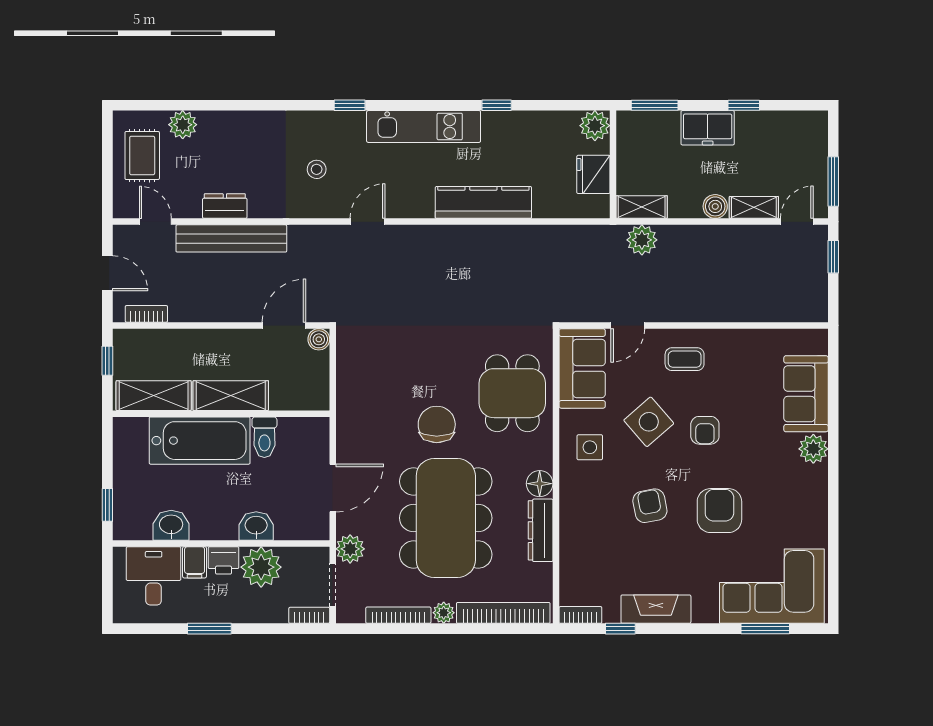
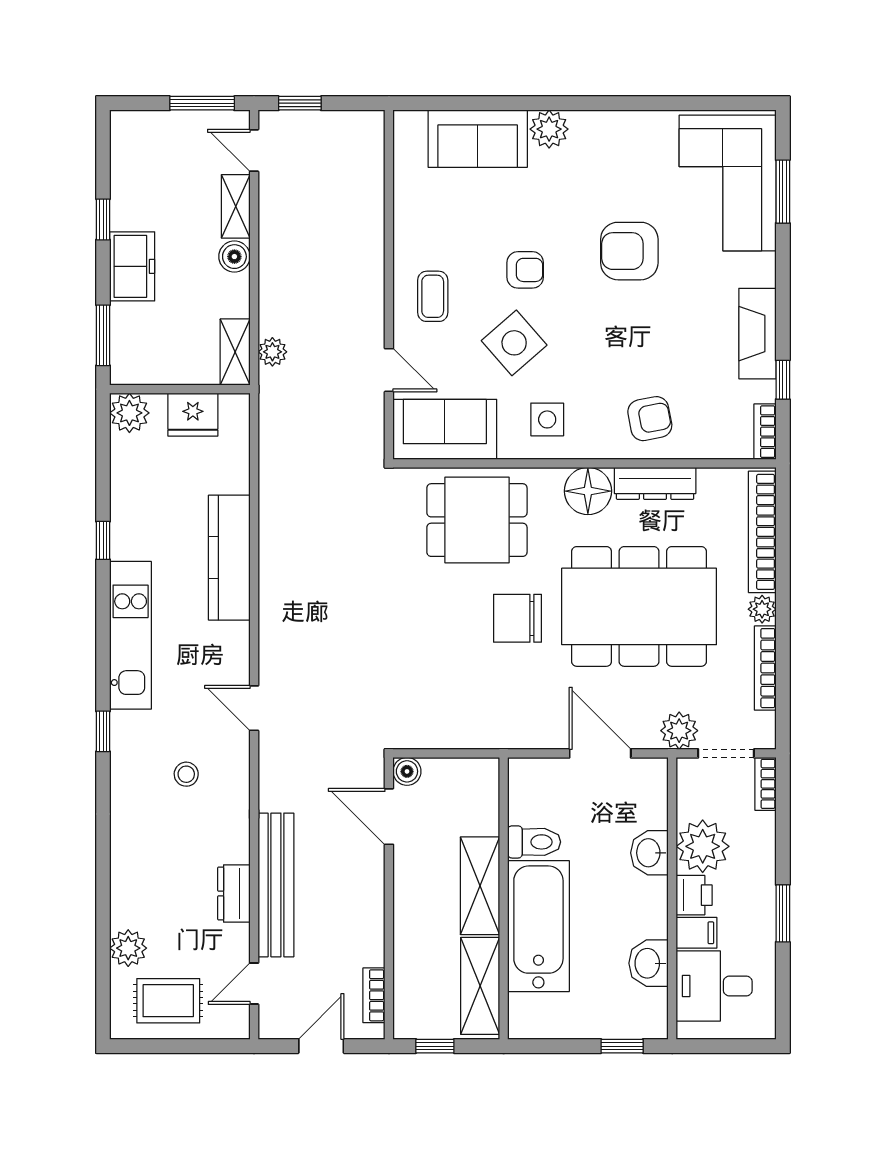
plant: (642, 240) -> (272, 352), width x0.73, depth x0.73
floor lamp: (540, 484) -> (588, 491), width x1.38, depth x1.38
armchair: (650, 506) -> (650, 419), moved, turned 180

